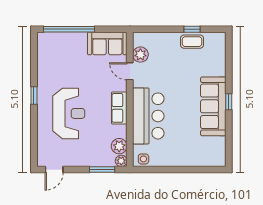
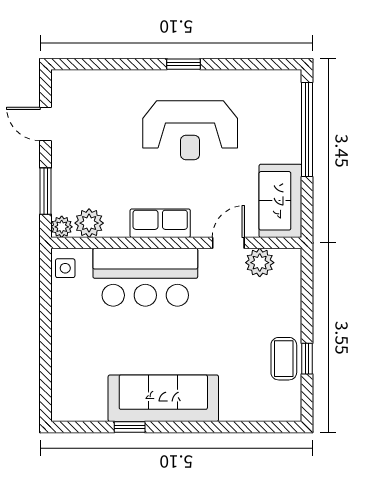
window: (229, 102) -> (130, 427), moved
reception desk: (69, 113) -> (190, 130), moved
door: (54, 170) -> (46, 124), moved

